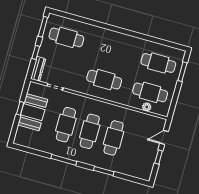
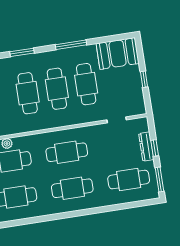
cafe table: (112, 50) -> (72, 188), added
dresser: (38, 69) -> (146, 146), moved
booth: (33, 112) -> (118, 53), moved, turned 90

